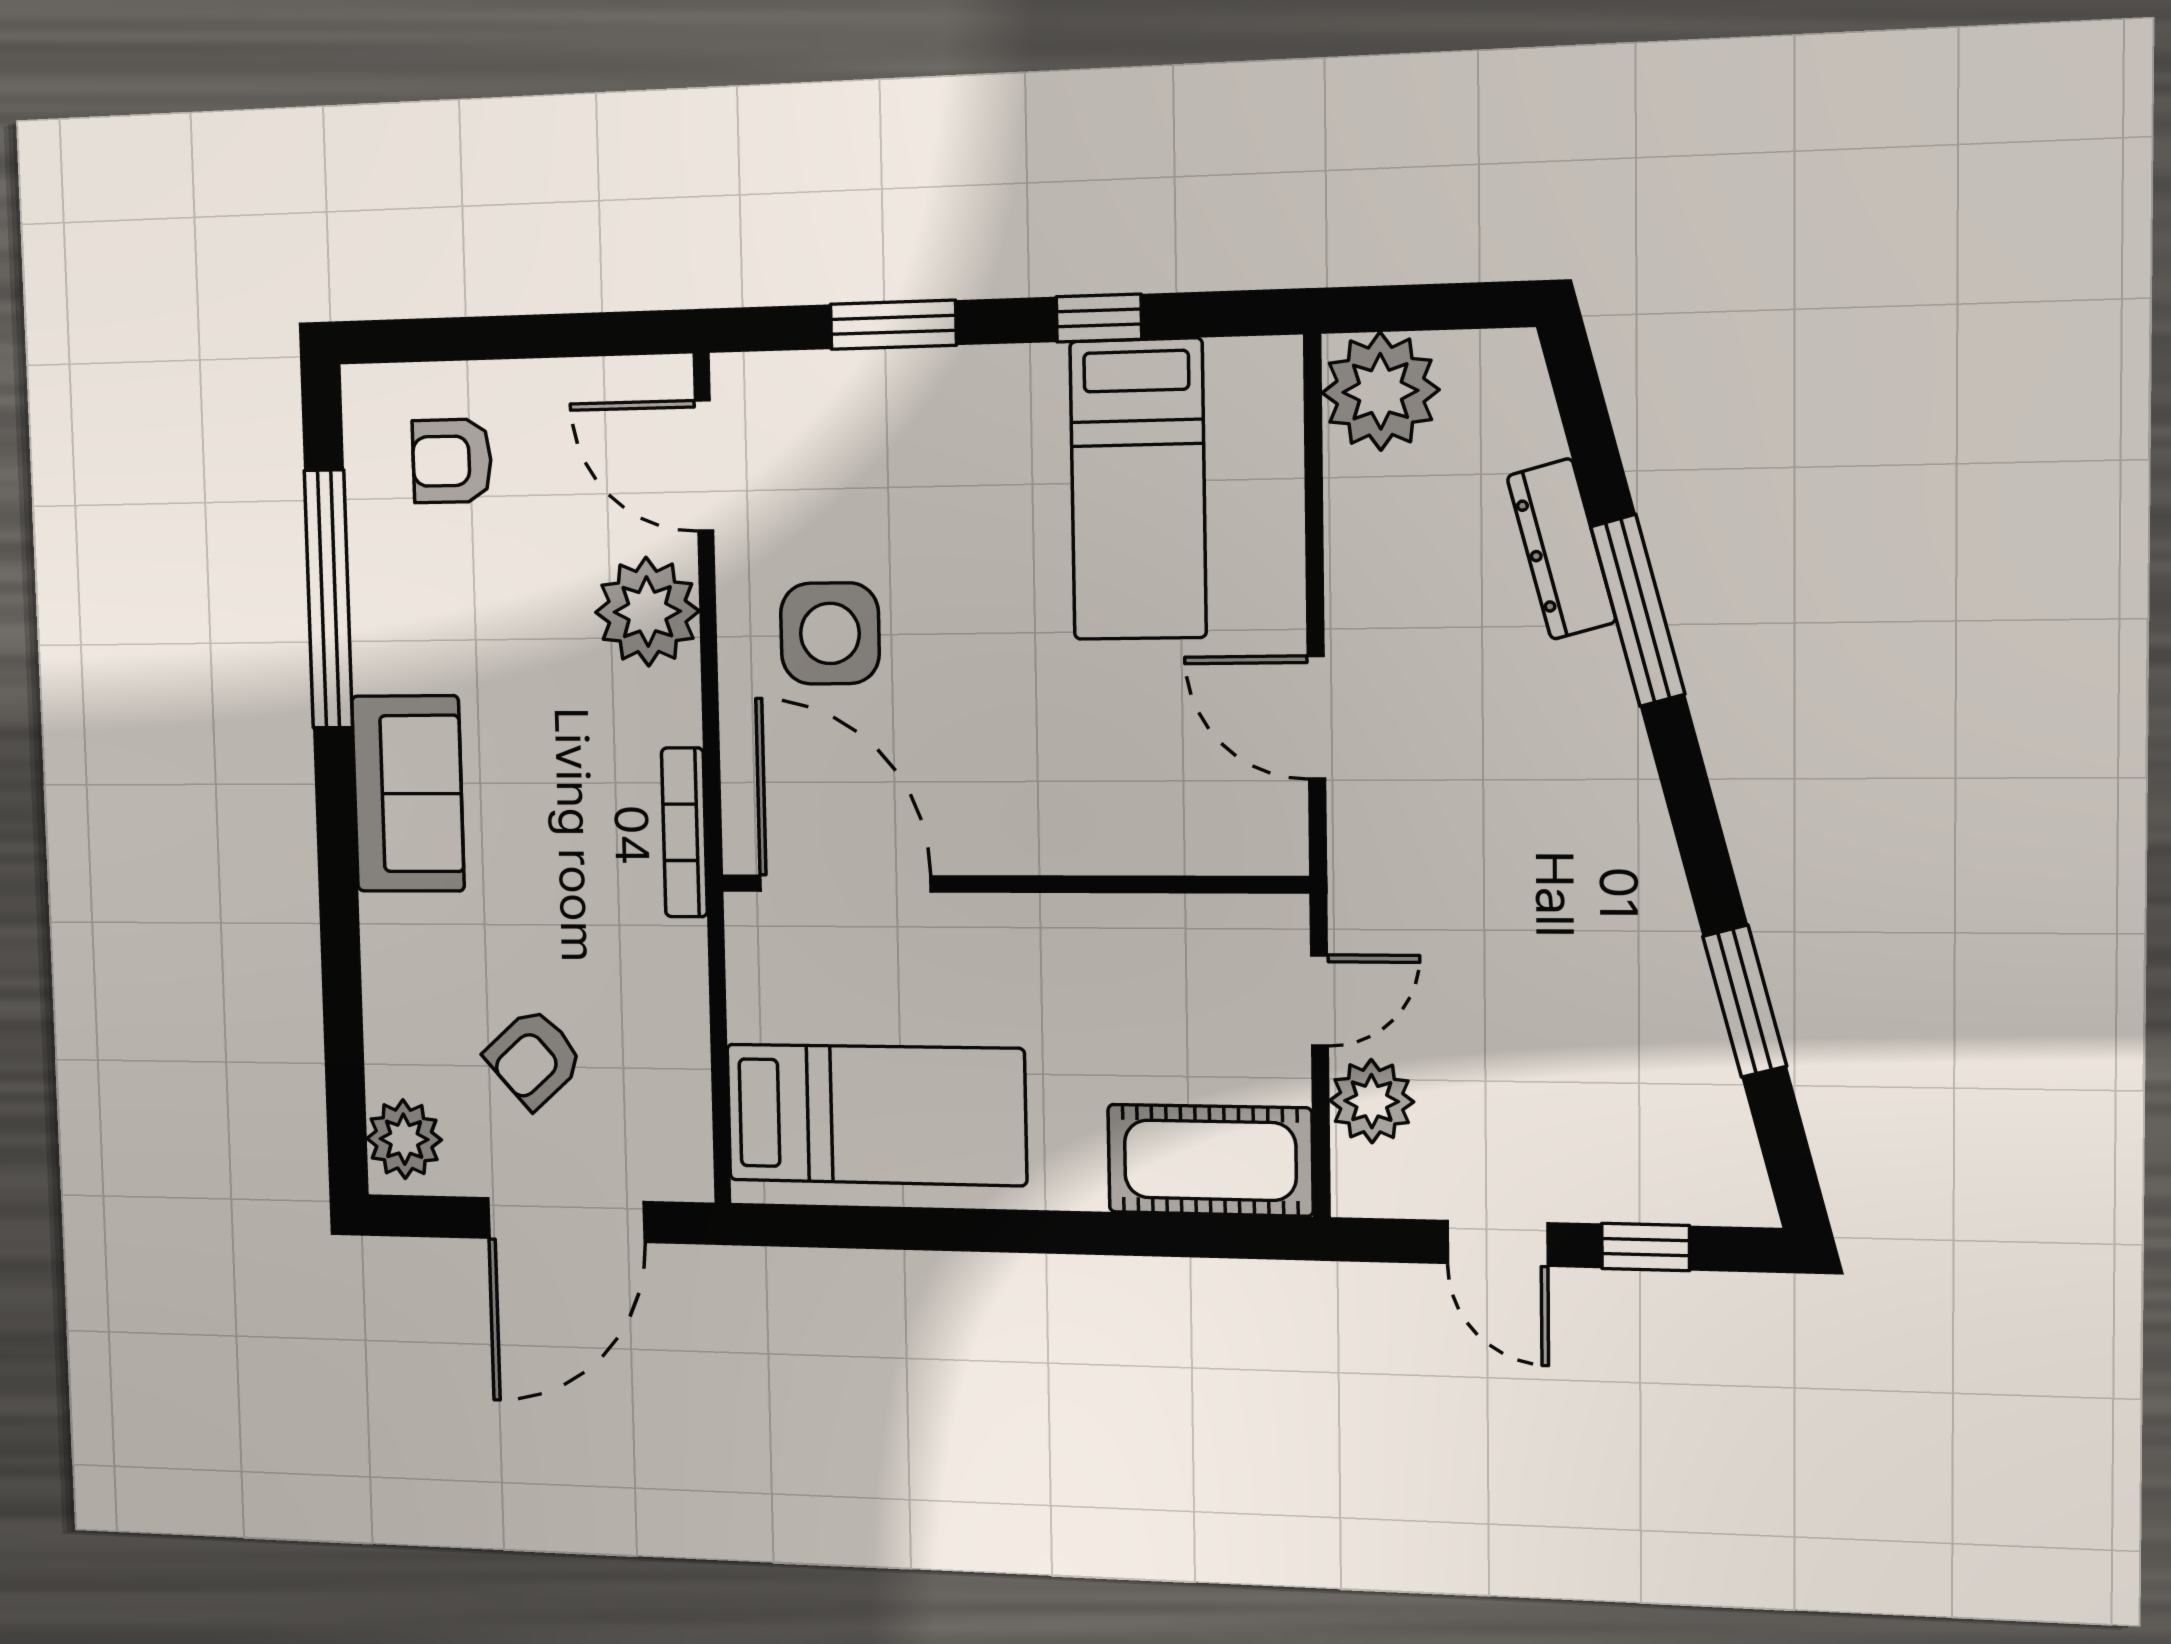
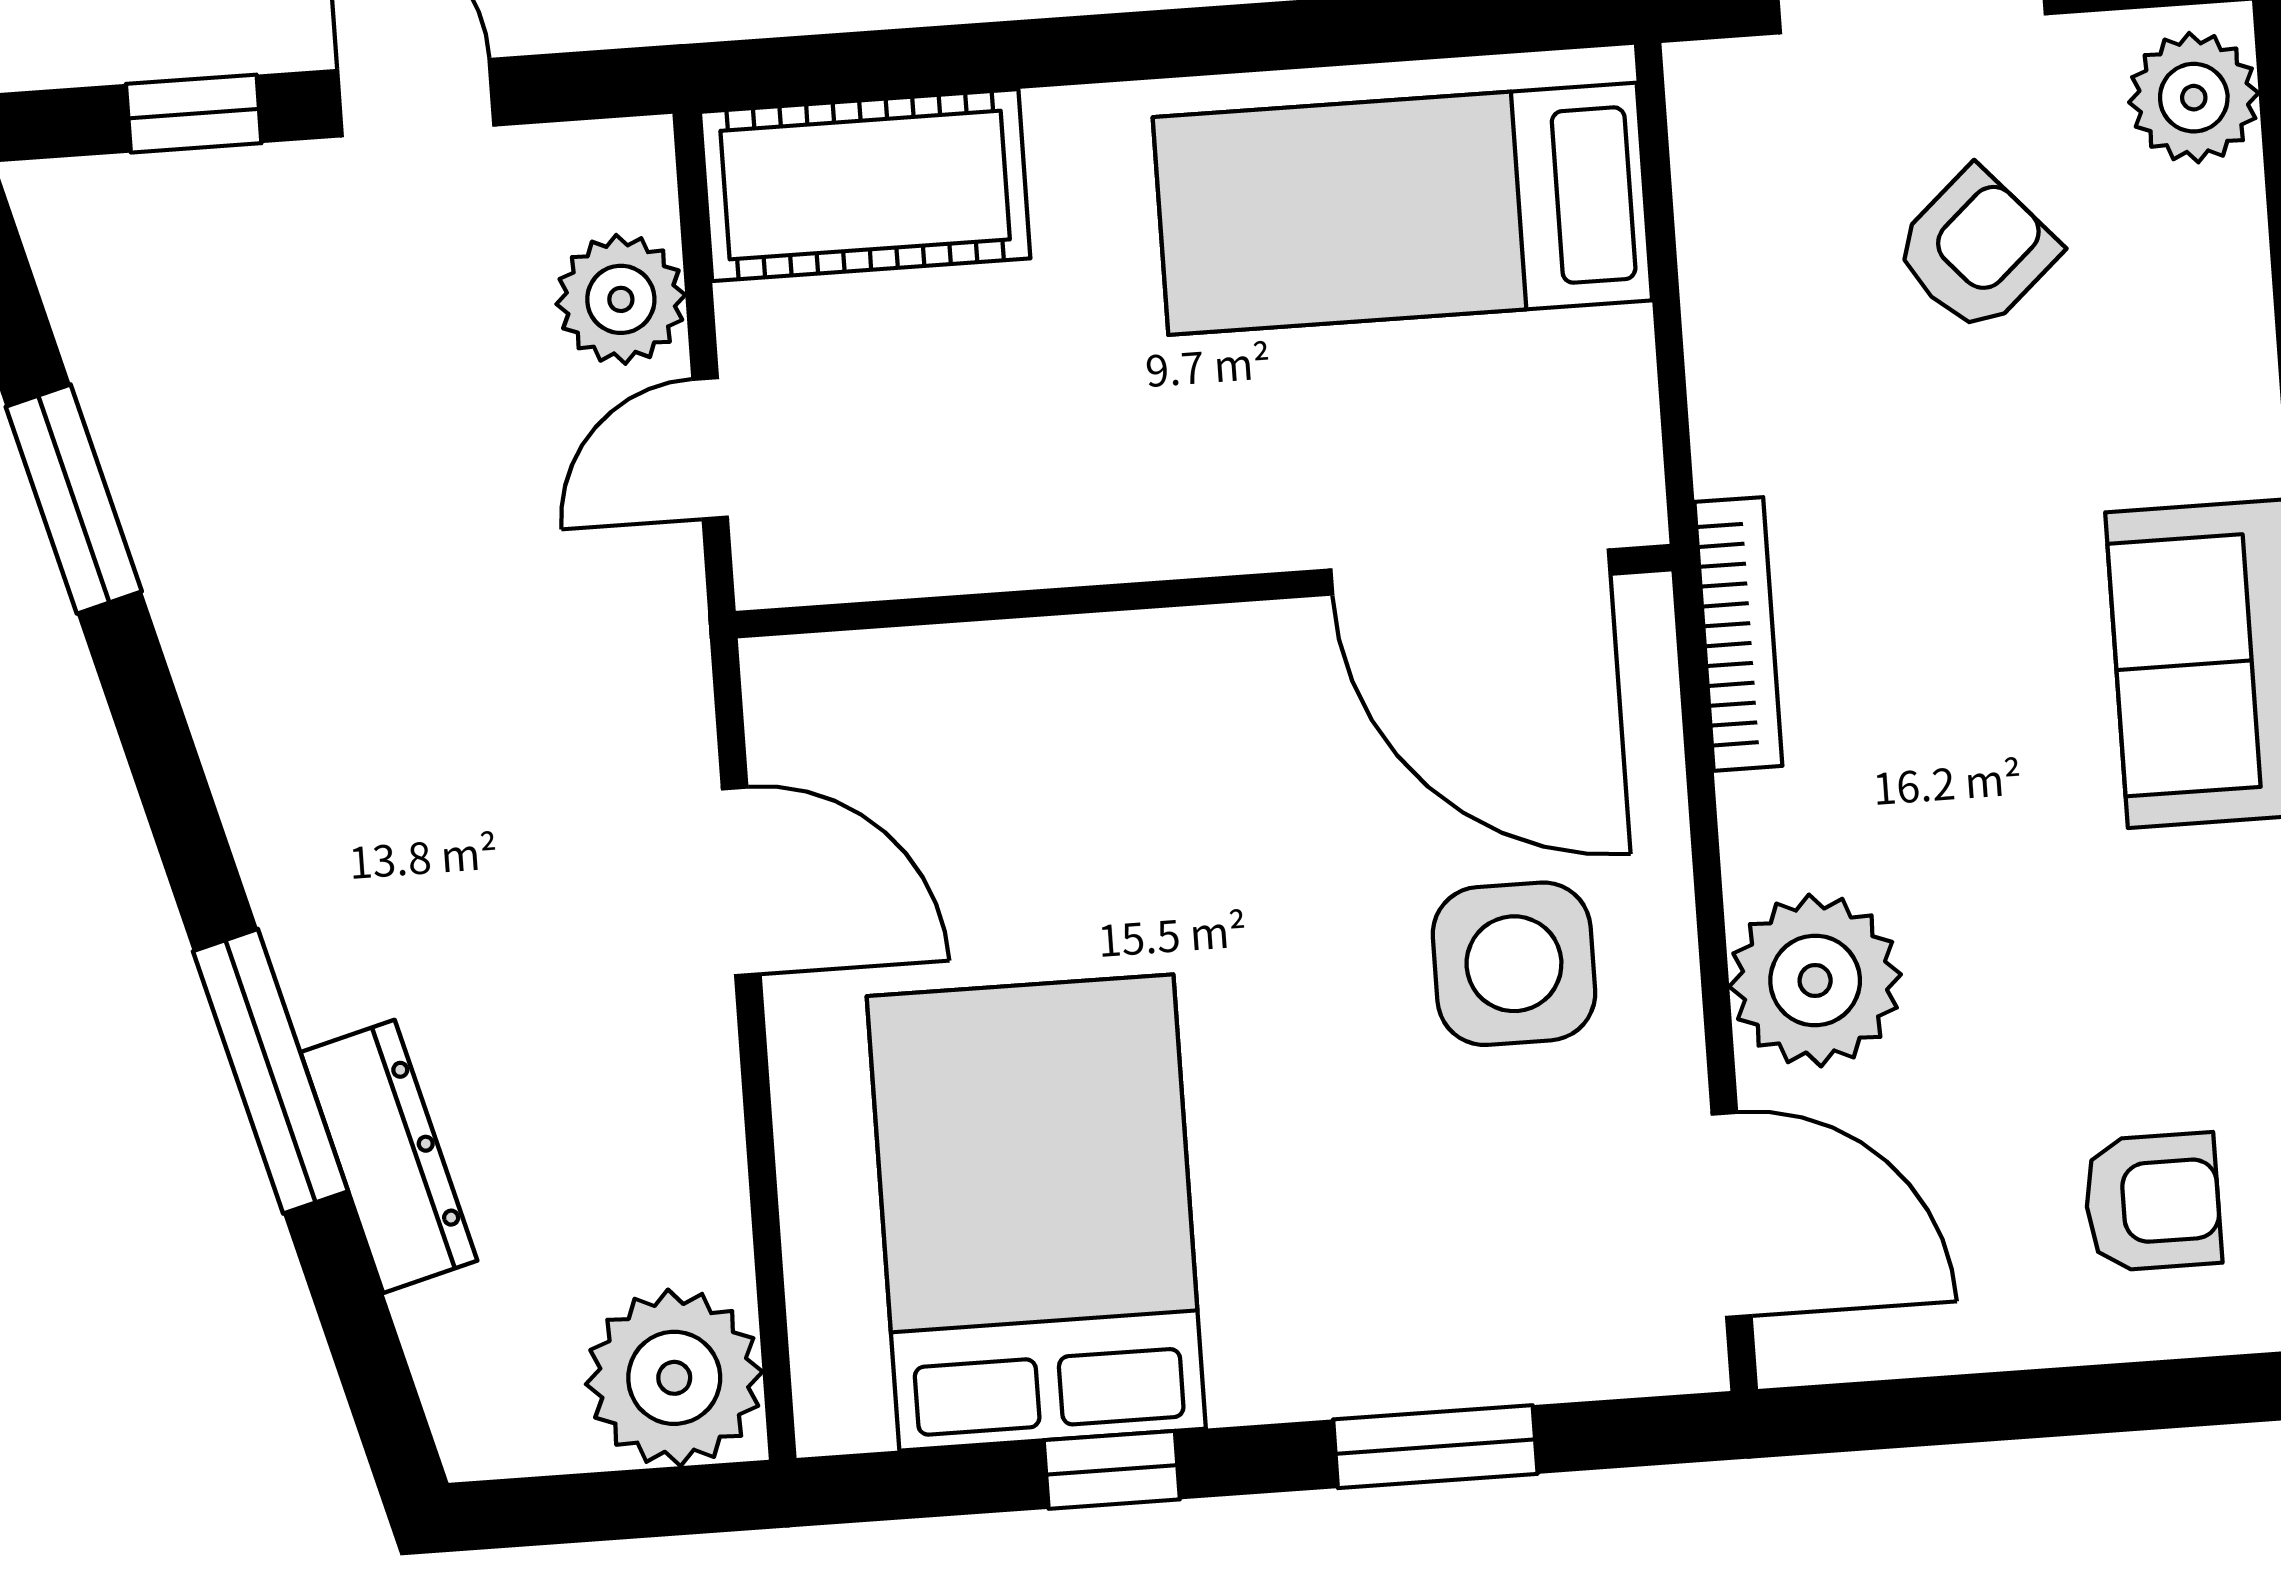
bed: (1138, 490) -> (1036, 1212), width x1.50

